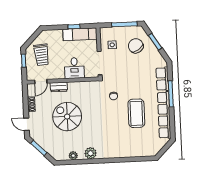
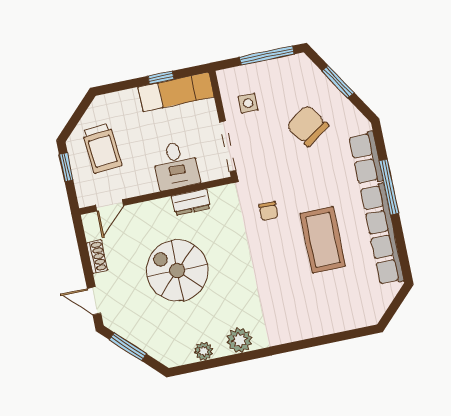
chair: (136, 46) -> (308, 126), moved
dresser: (59, 87) -> (191, 202), moved

